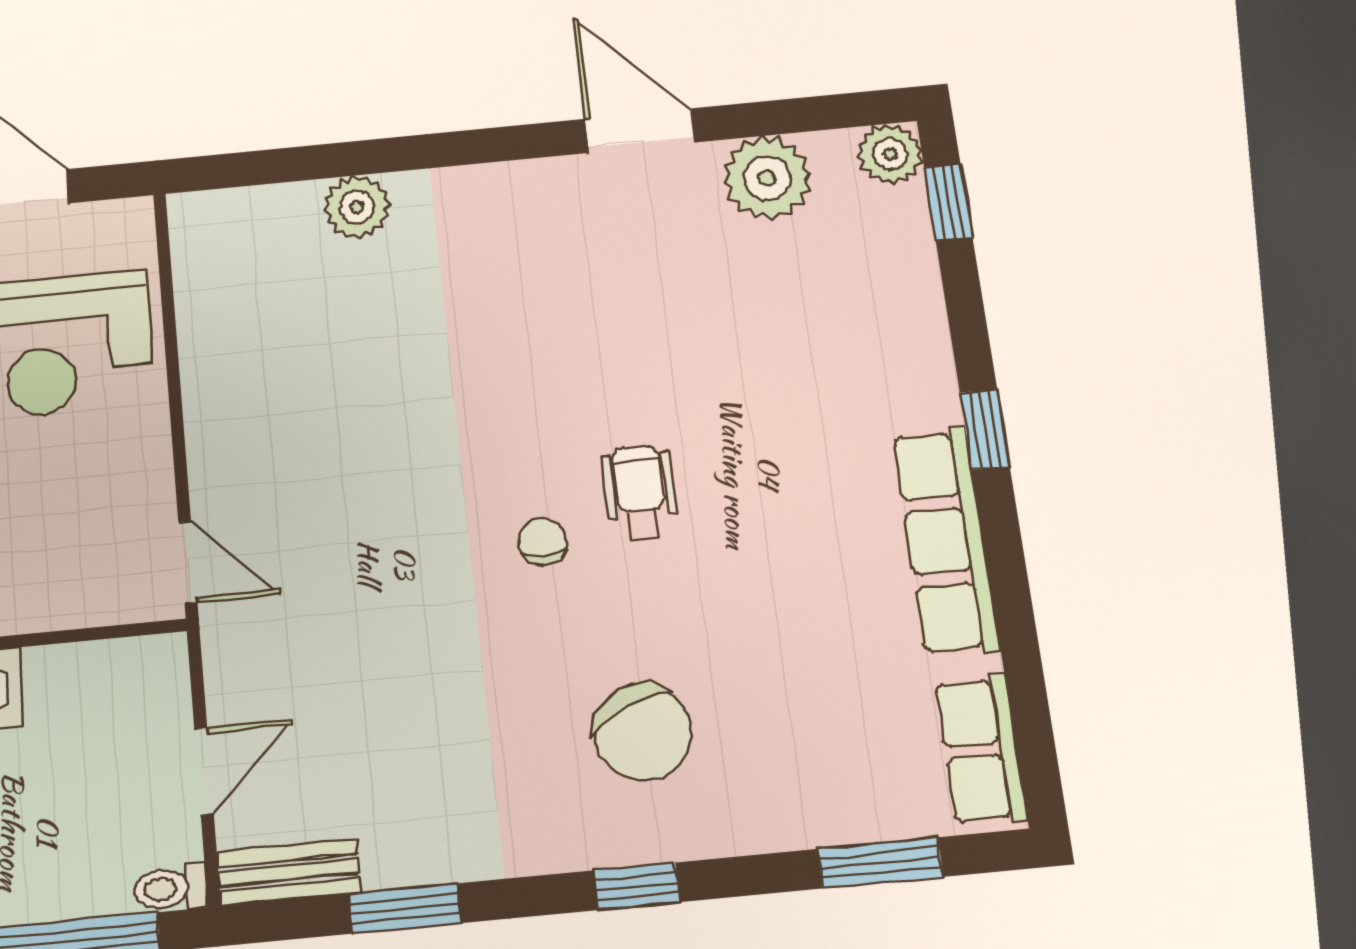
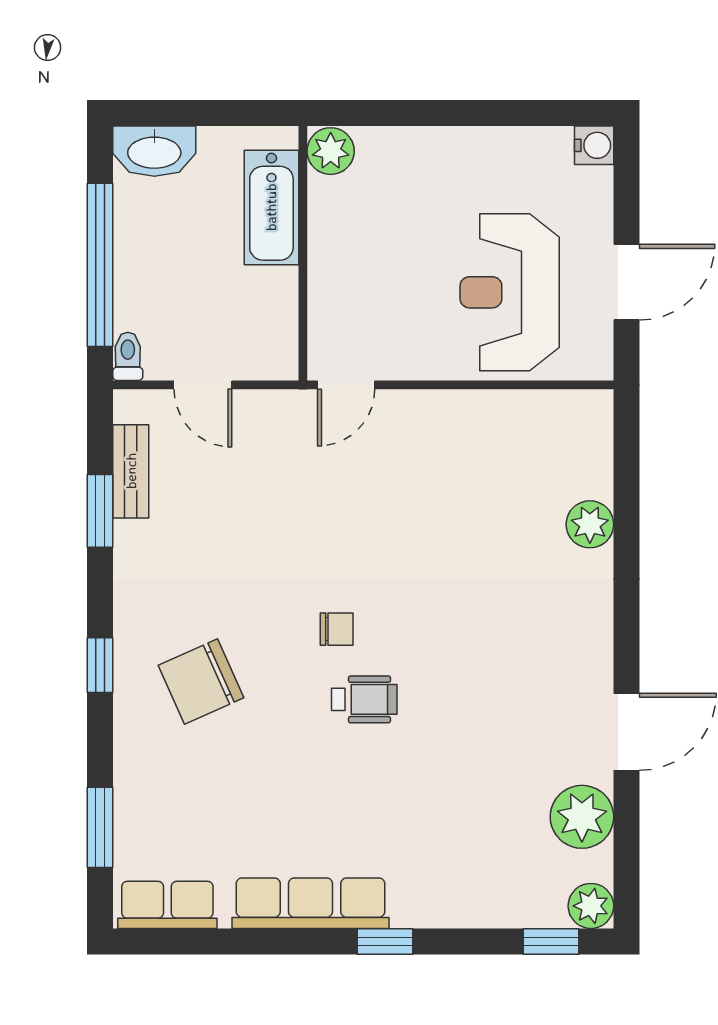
bench: (289, 872) -> (131, 471), moved

